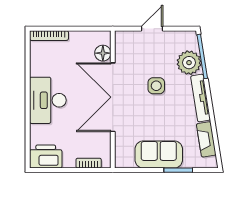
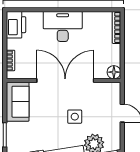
floor lamp: (103, 53) -> (114, 72), moved
sofa: (159, 154) -> (18, 102), moved

